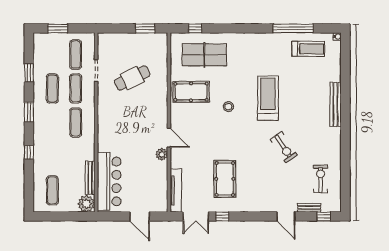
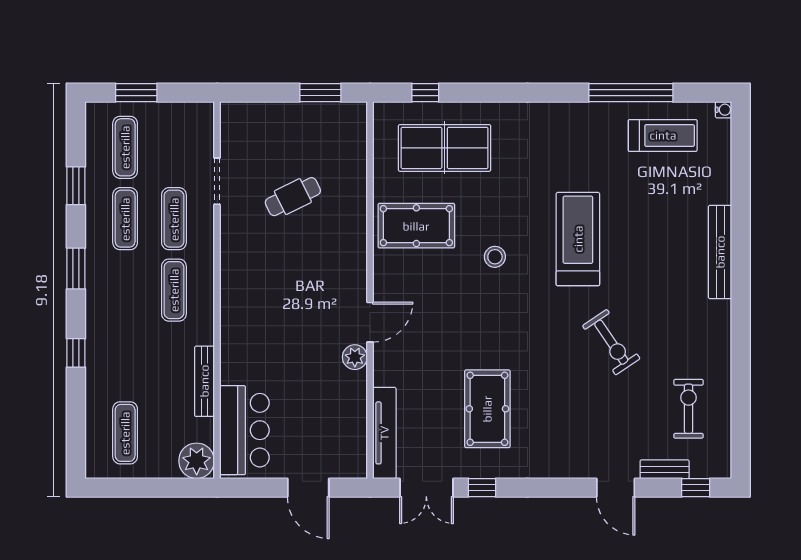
exercise mat: (76, 55) -> (125, 147), moved
cafe table: (132, 78) -> (293, 197), width x0.73, depth x0.74
door: (169, 138) -> (370, 322), hinge flipped
bench: (90, 178) -> (204, 381), moved
bar counter: (109, 181) -> (244, 430), width x0.73

